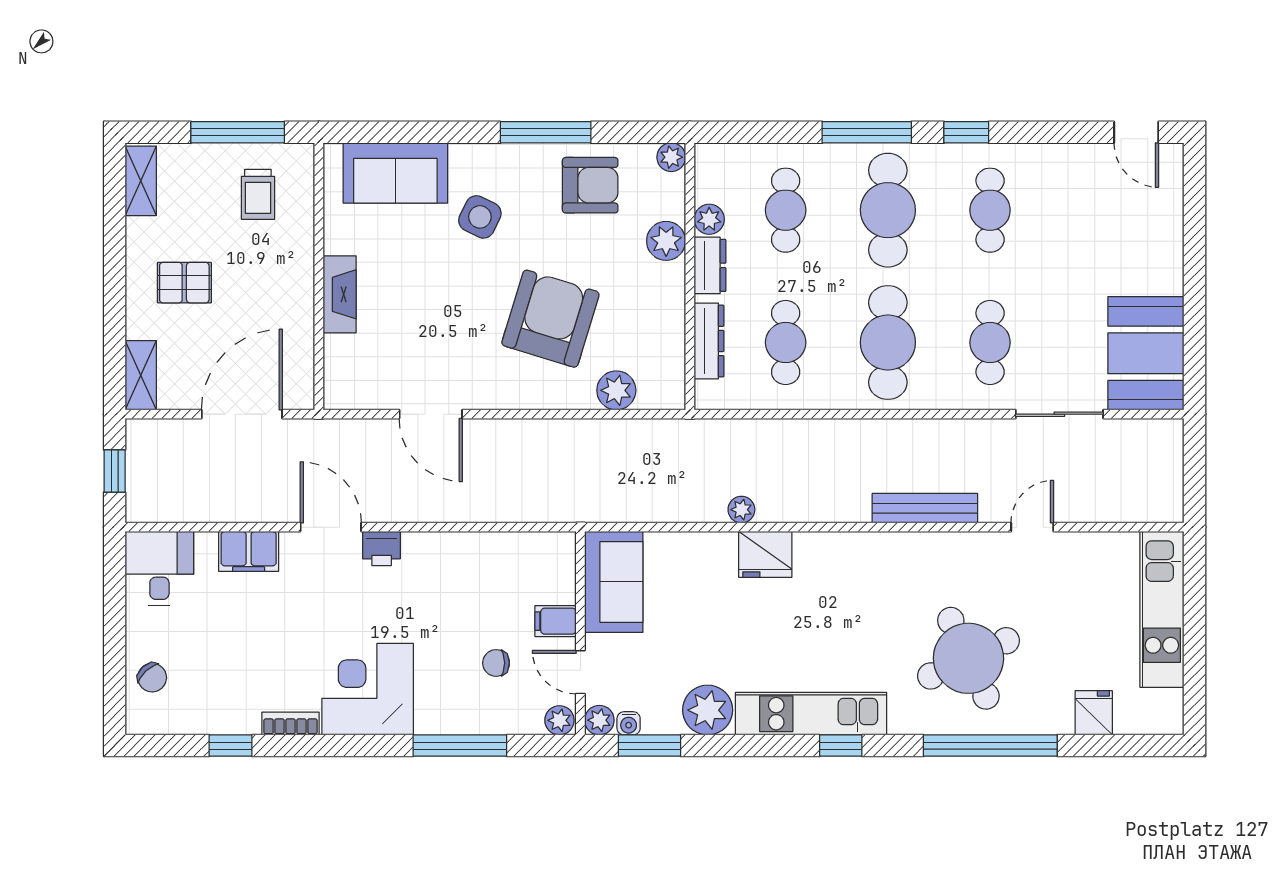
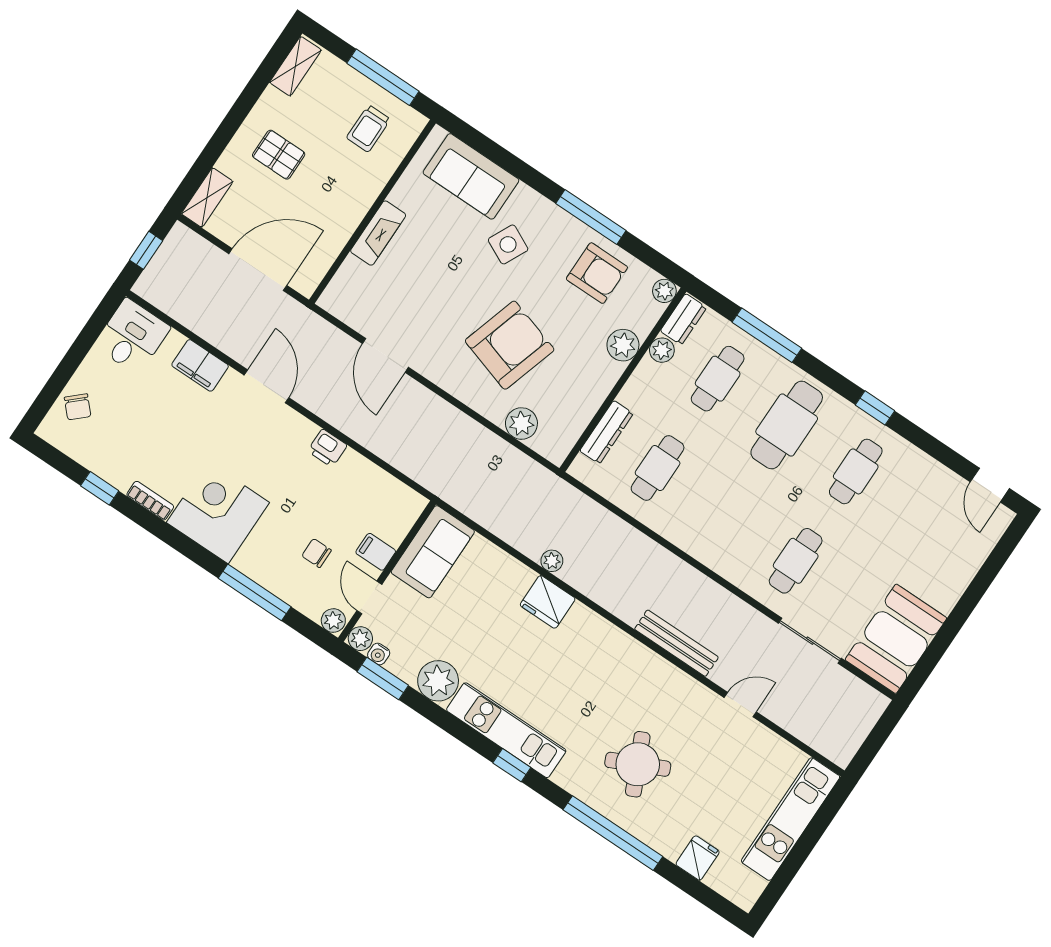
window: (867, 132) -> (767, 335), moved
dresser: (710, 265) -> (683, 319), moved
cafe table: (888, 343) -> (727, 514), removed
printer: (382, 549) -> (327, 448), moved
round table: (968, 658) -> (638, 764), width x0.73, depth x0.73

